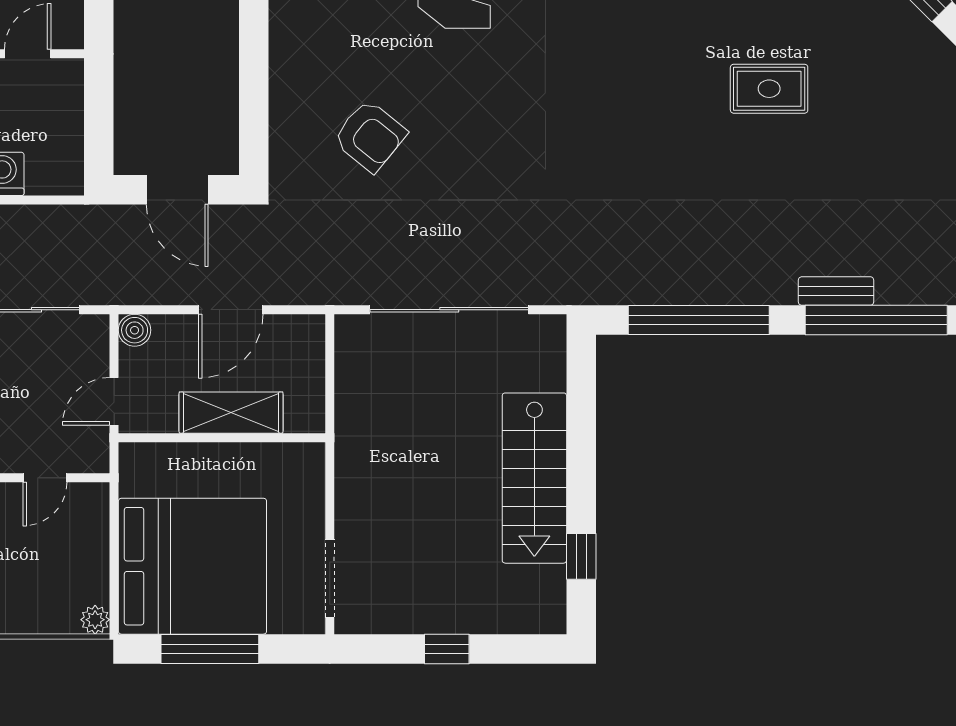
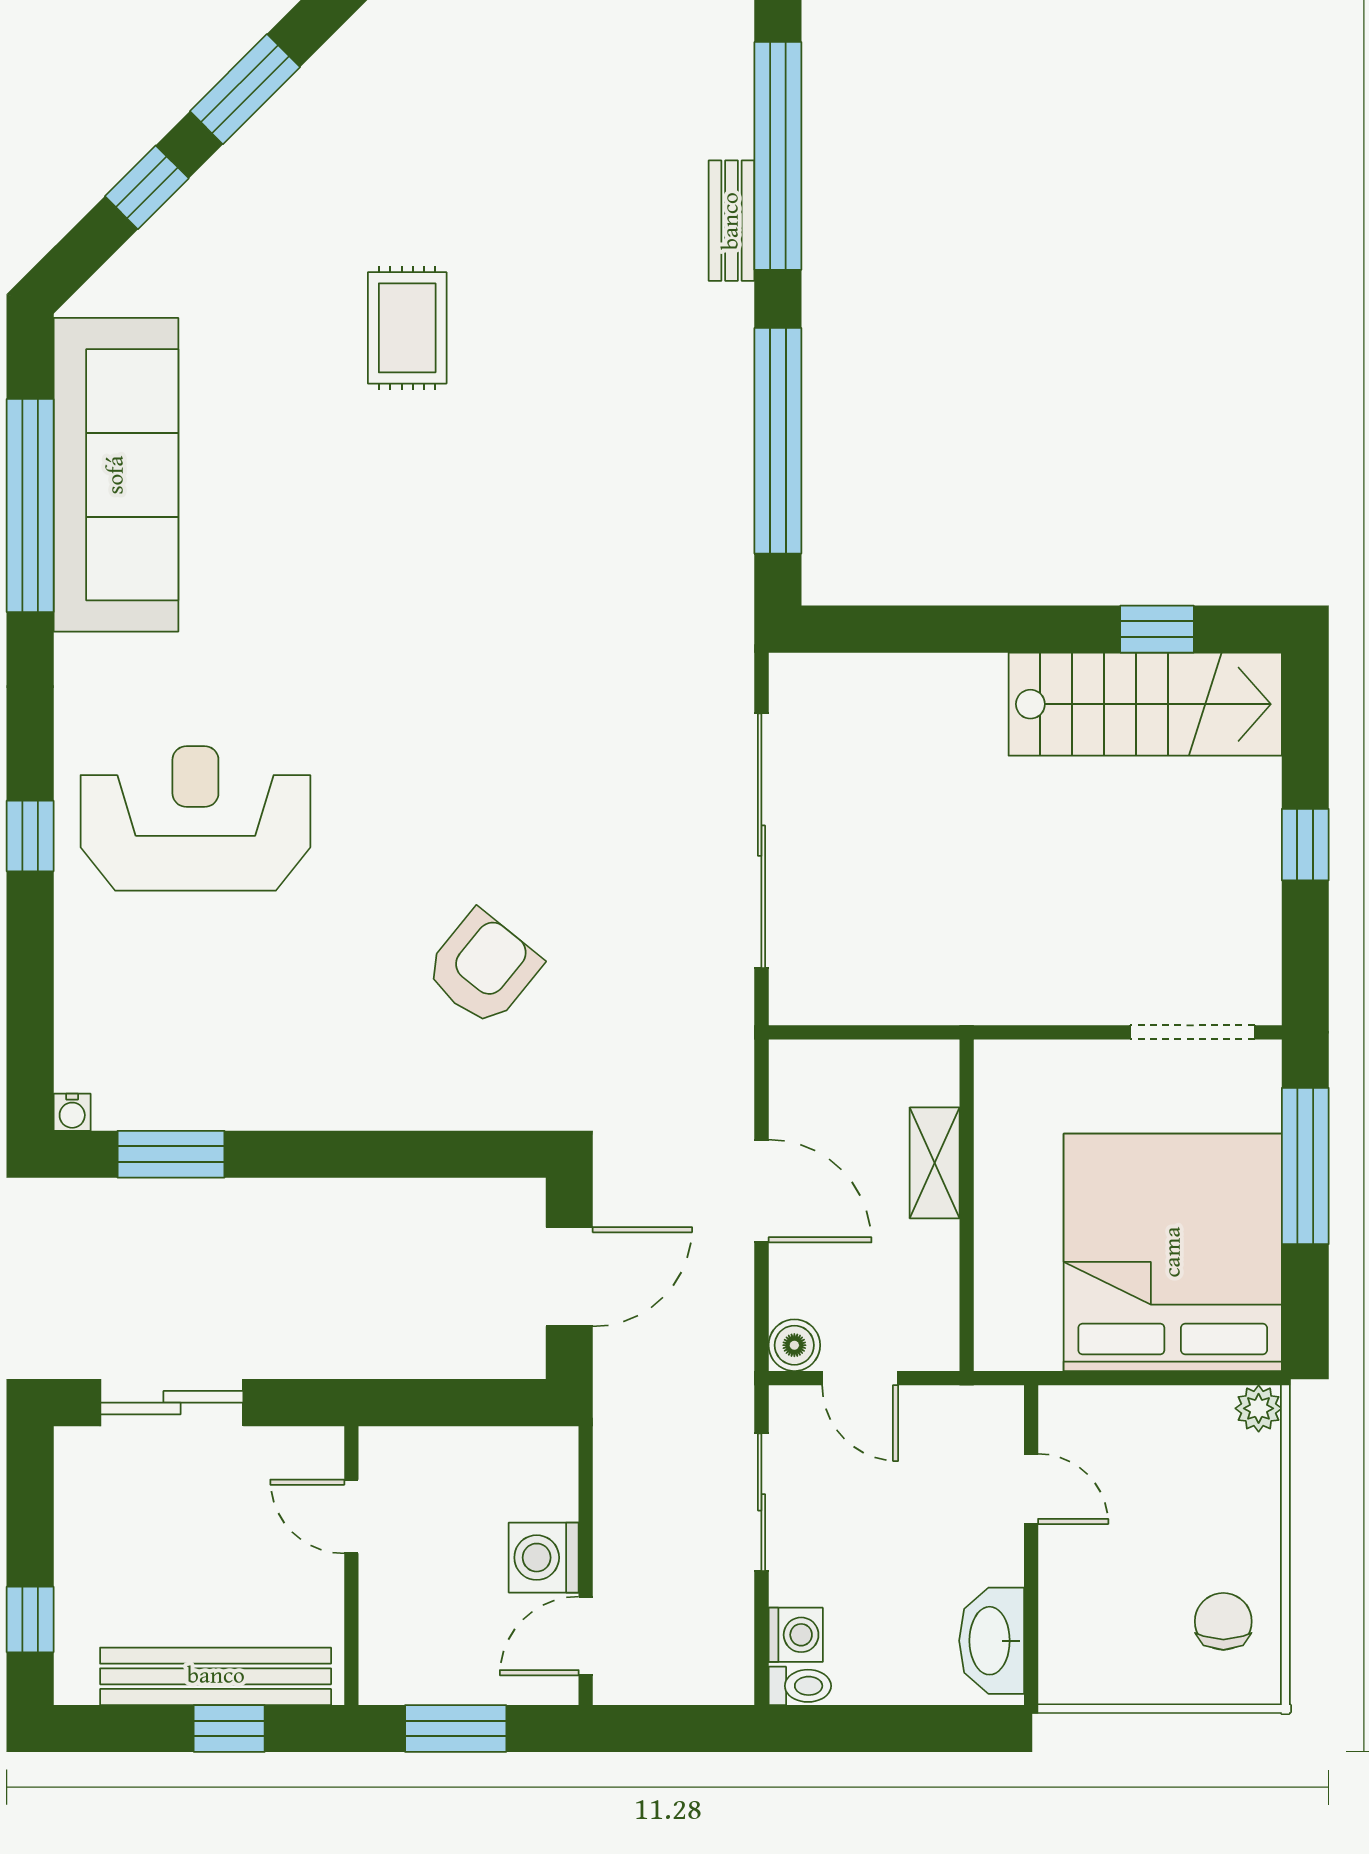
door: (114, 401) -> (860, 1378), moved
shelving: (231, 413) -> (935, 1163), width x0.67, depth x0.75
stairs: (534, 478) -> (1145, 704), moved
window: (210, 649) -> (1305, 1166), moved

